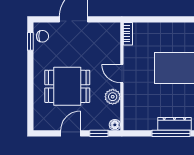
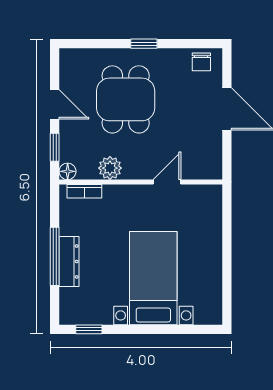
bookcase: (128, 34) -> (84, 191), moved
window: (30, 41) -> (144, 44), moved
door: (122, 74) -> (167, 182), moved

